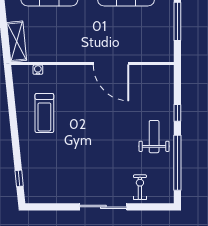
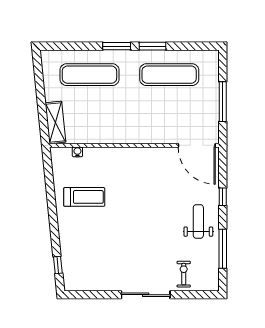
door: (111, 63) -> (197, 145), moved
treadmill: (44, 113) -> (84, 197), turned -90
window: (177, 163) -> (223, 249), width x0.68

